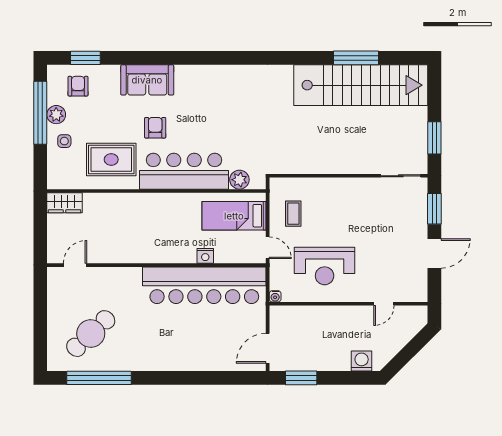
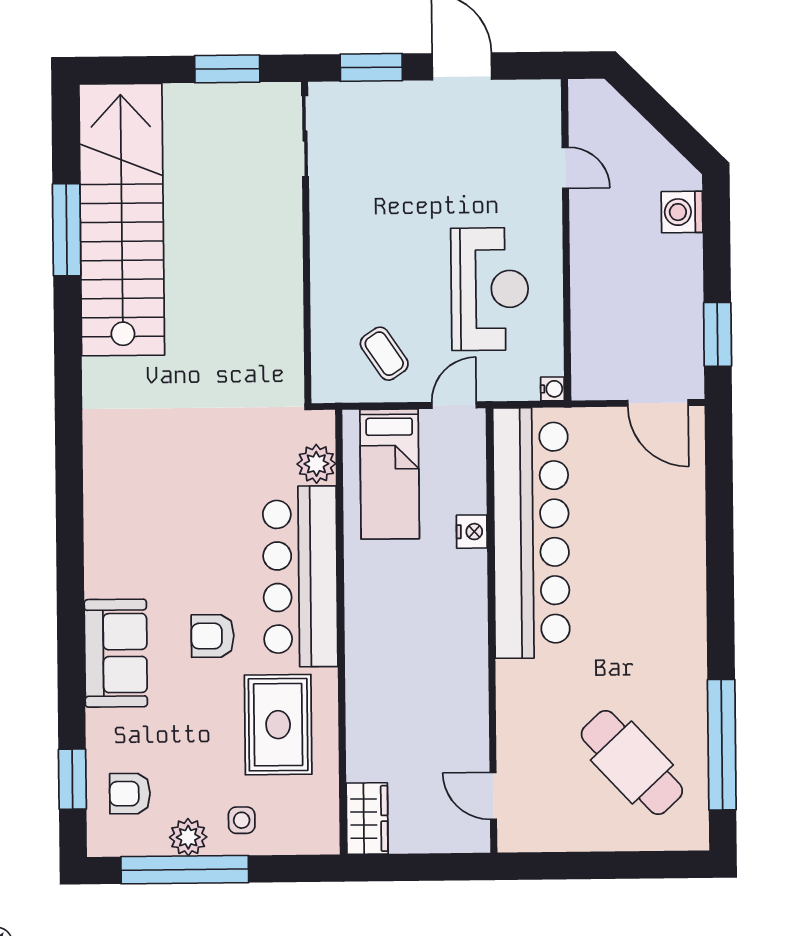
coffee table: (293, 214) -> (384, 354), turned 56

